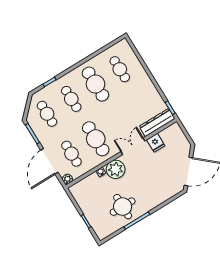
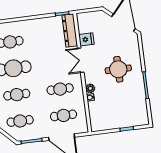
cafe table: (96, 139) -> (60, 89), width x0.73, depth x0.74
plant: (116, 169) -> (90, 88), width x0.53, depth x0.53
plant: (67, 179) -> (84, 129), removed
round table: (123, 207) -> (118, 69), moved

